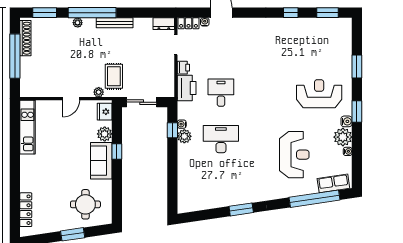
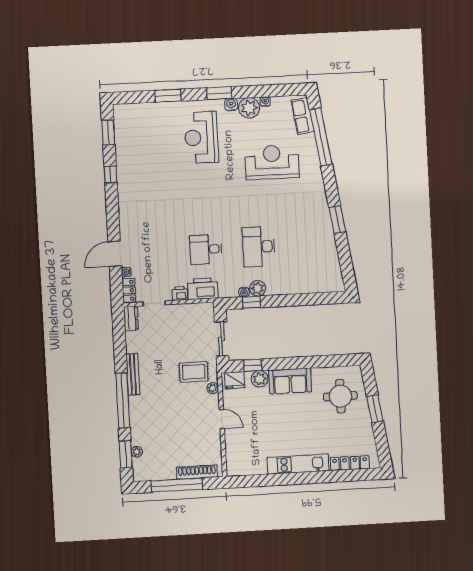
plant: (78, 23) -> (137, 452), moved
shoe rack: (25, 38) -> (197, 472), moved
kitchen unit: (28, 127) -> (298, 464), moved
window: (117, 151) -> (253, 365), moved

